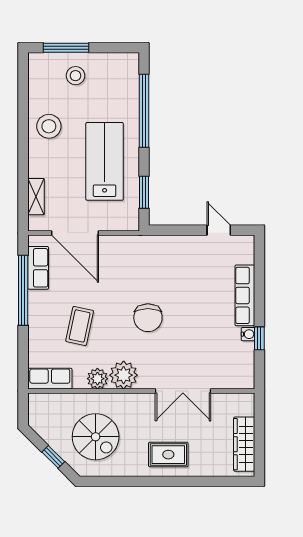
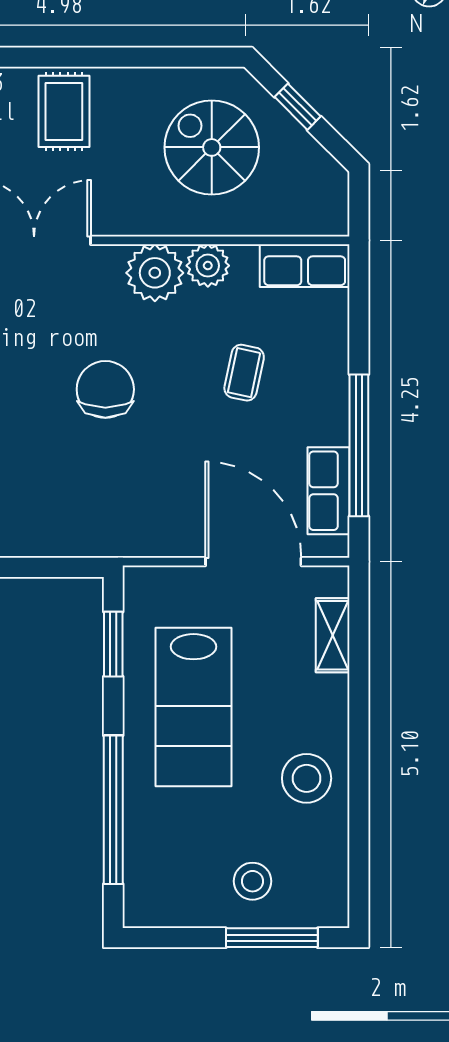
coffee table: (80, 326) -> (244, 373), width x0.73, depth x0.77
rug: (168, 455) -> (64, 111), turned 90

